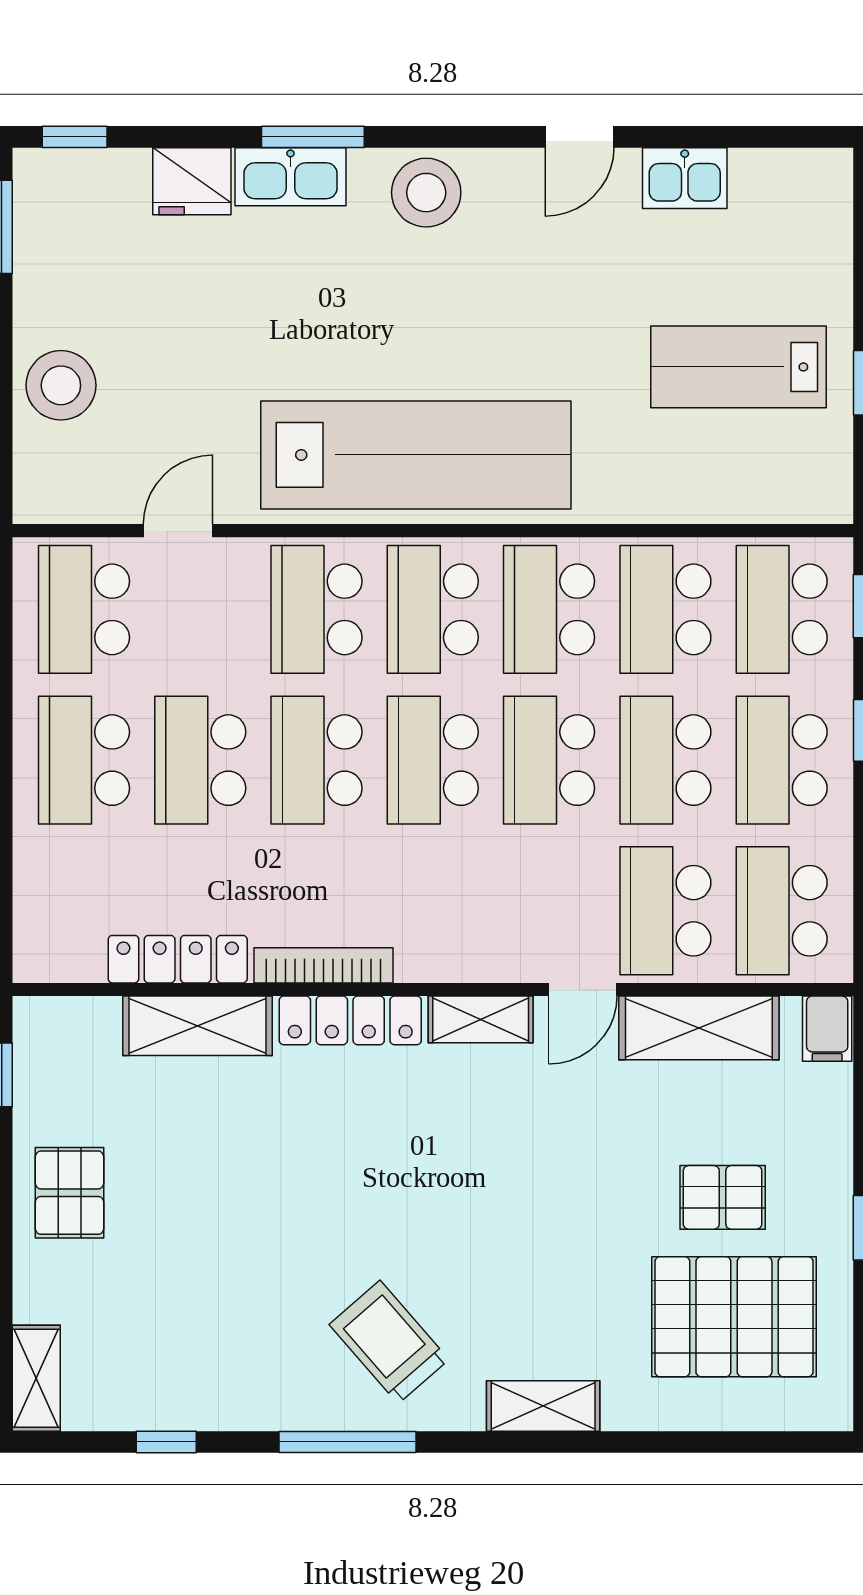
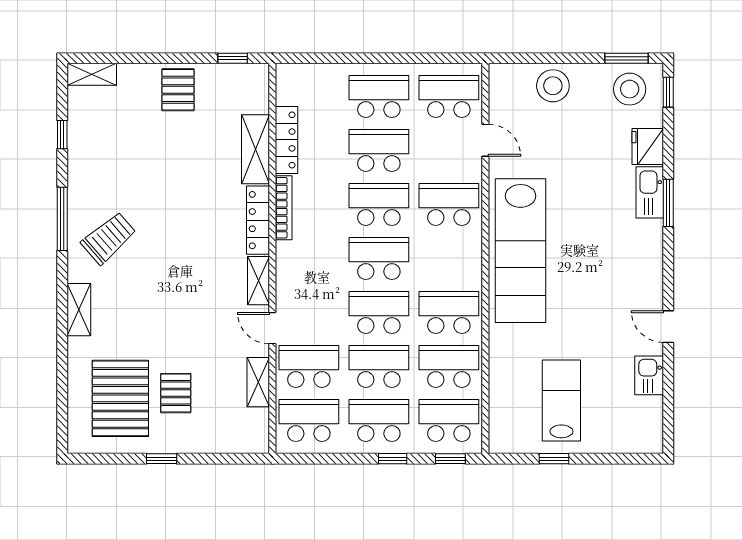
stool: (426, 193) -> (630, 89), moved
school desk: (433, 609) -> (449, 258), removed
shelving: (699, 1028) -> (258, 382), width x0.67, depth x0.75
filing cabinet: (827, 1029) -> (254, 442), removed
pallet: (70, 1193) -> (178, 90), turned 90

